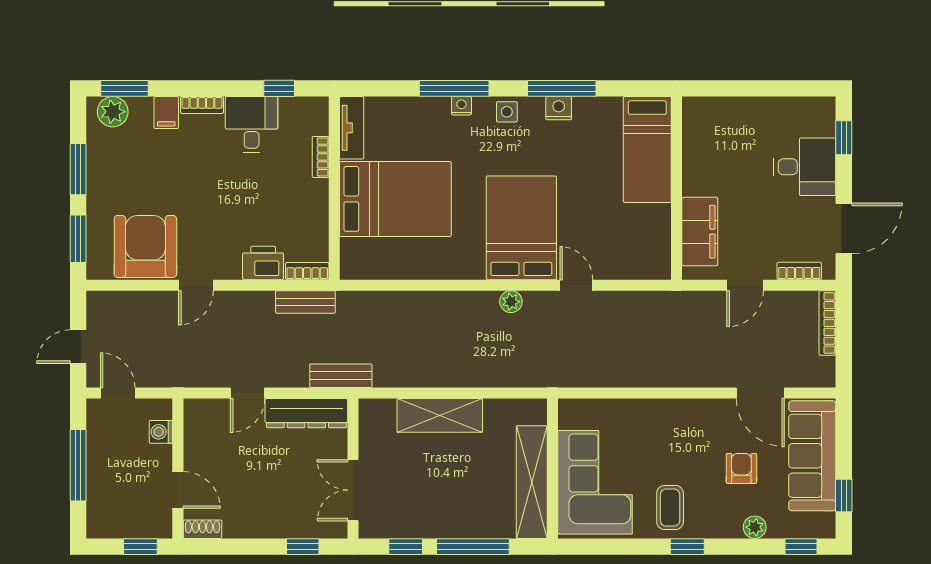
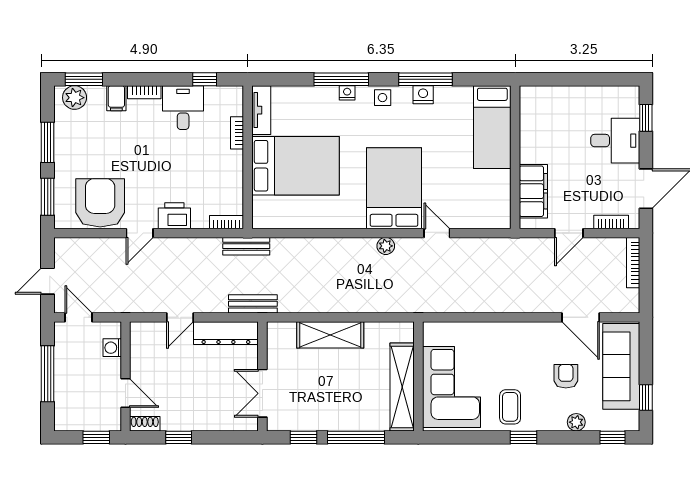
printer: (263, 263) -> (174, 216), moved
bench: (305, 302) -> (246, 246), moved
window: (303, 547) -> (179, 437), moved

